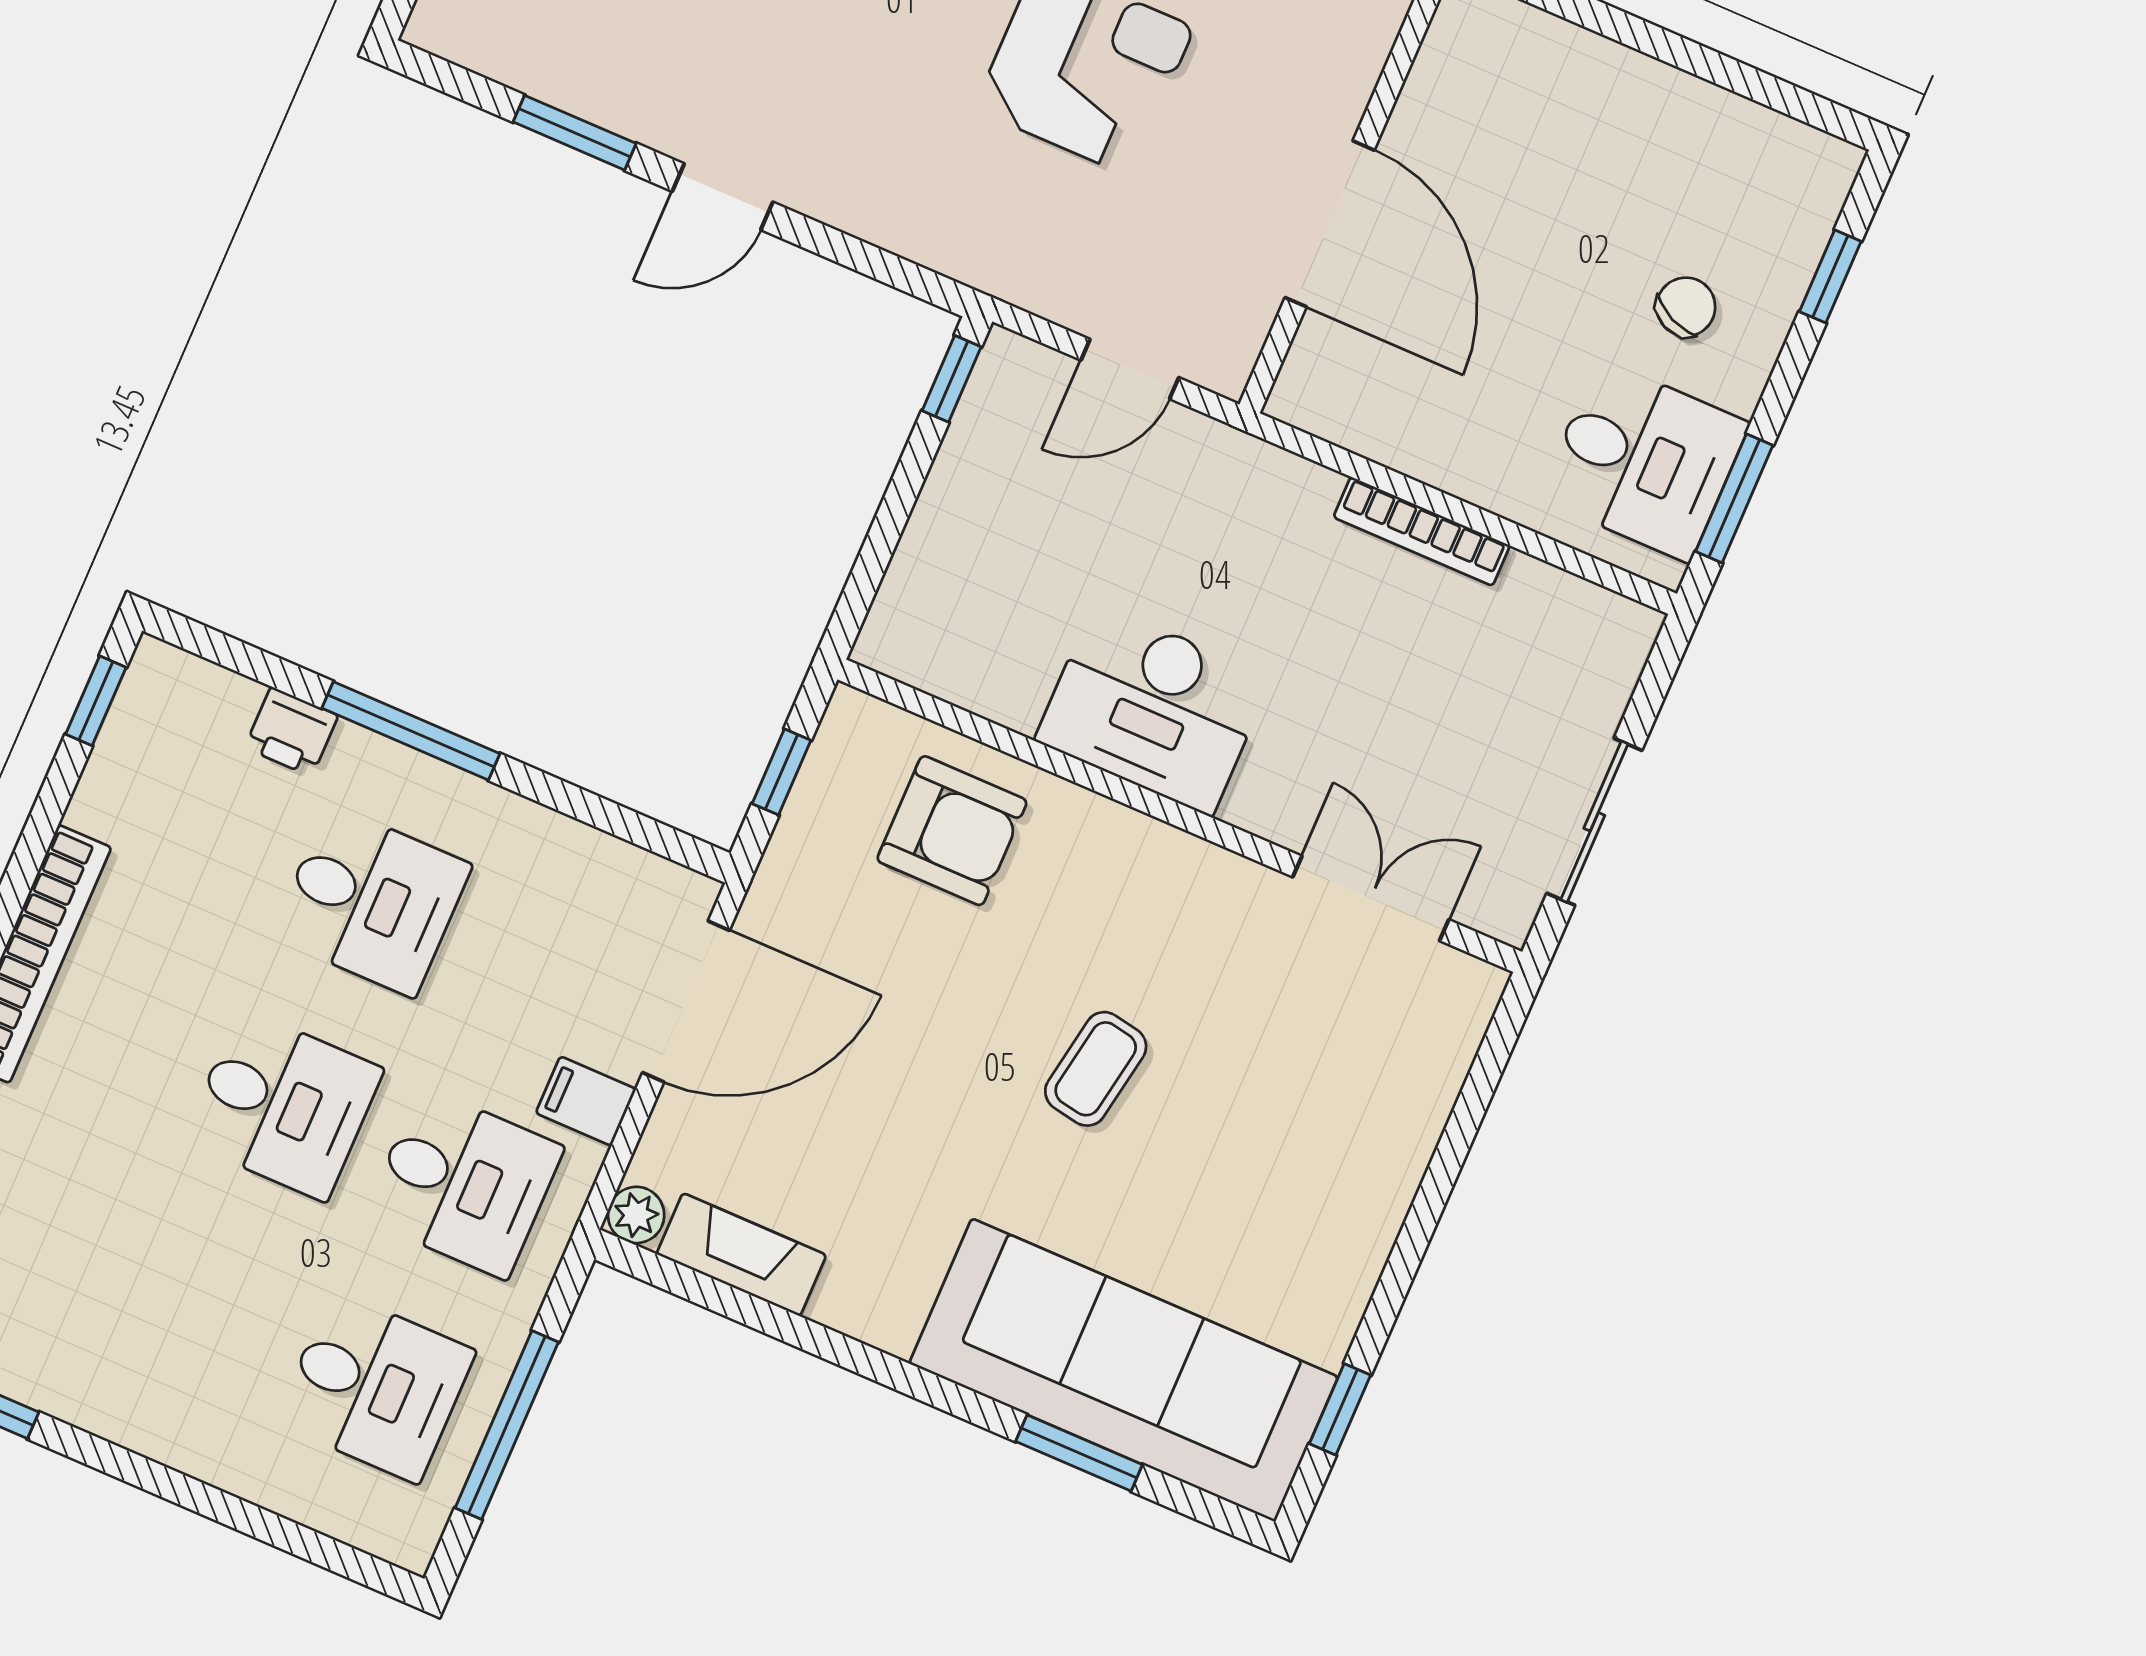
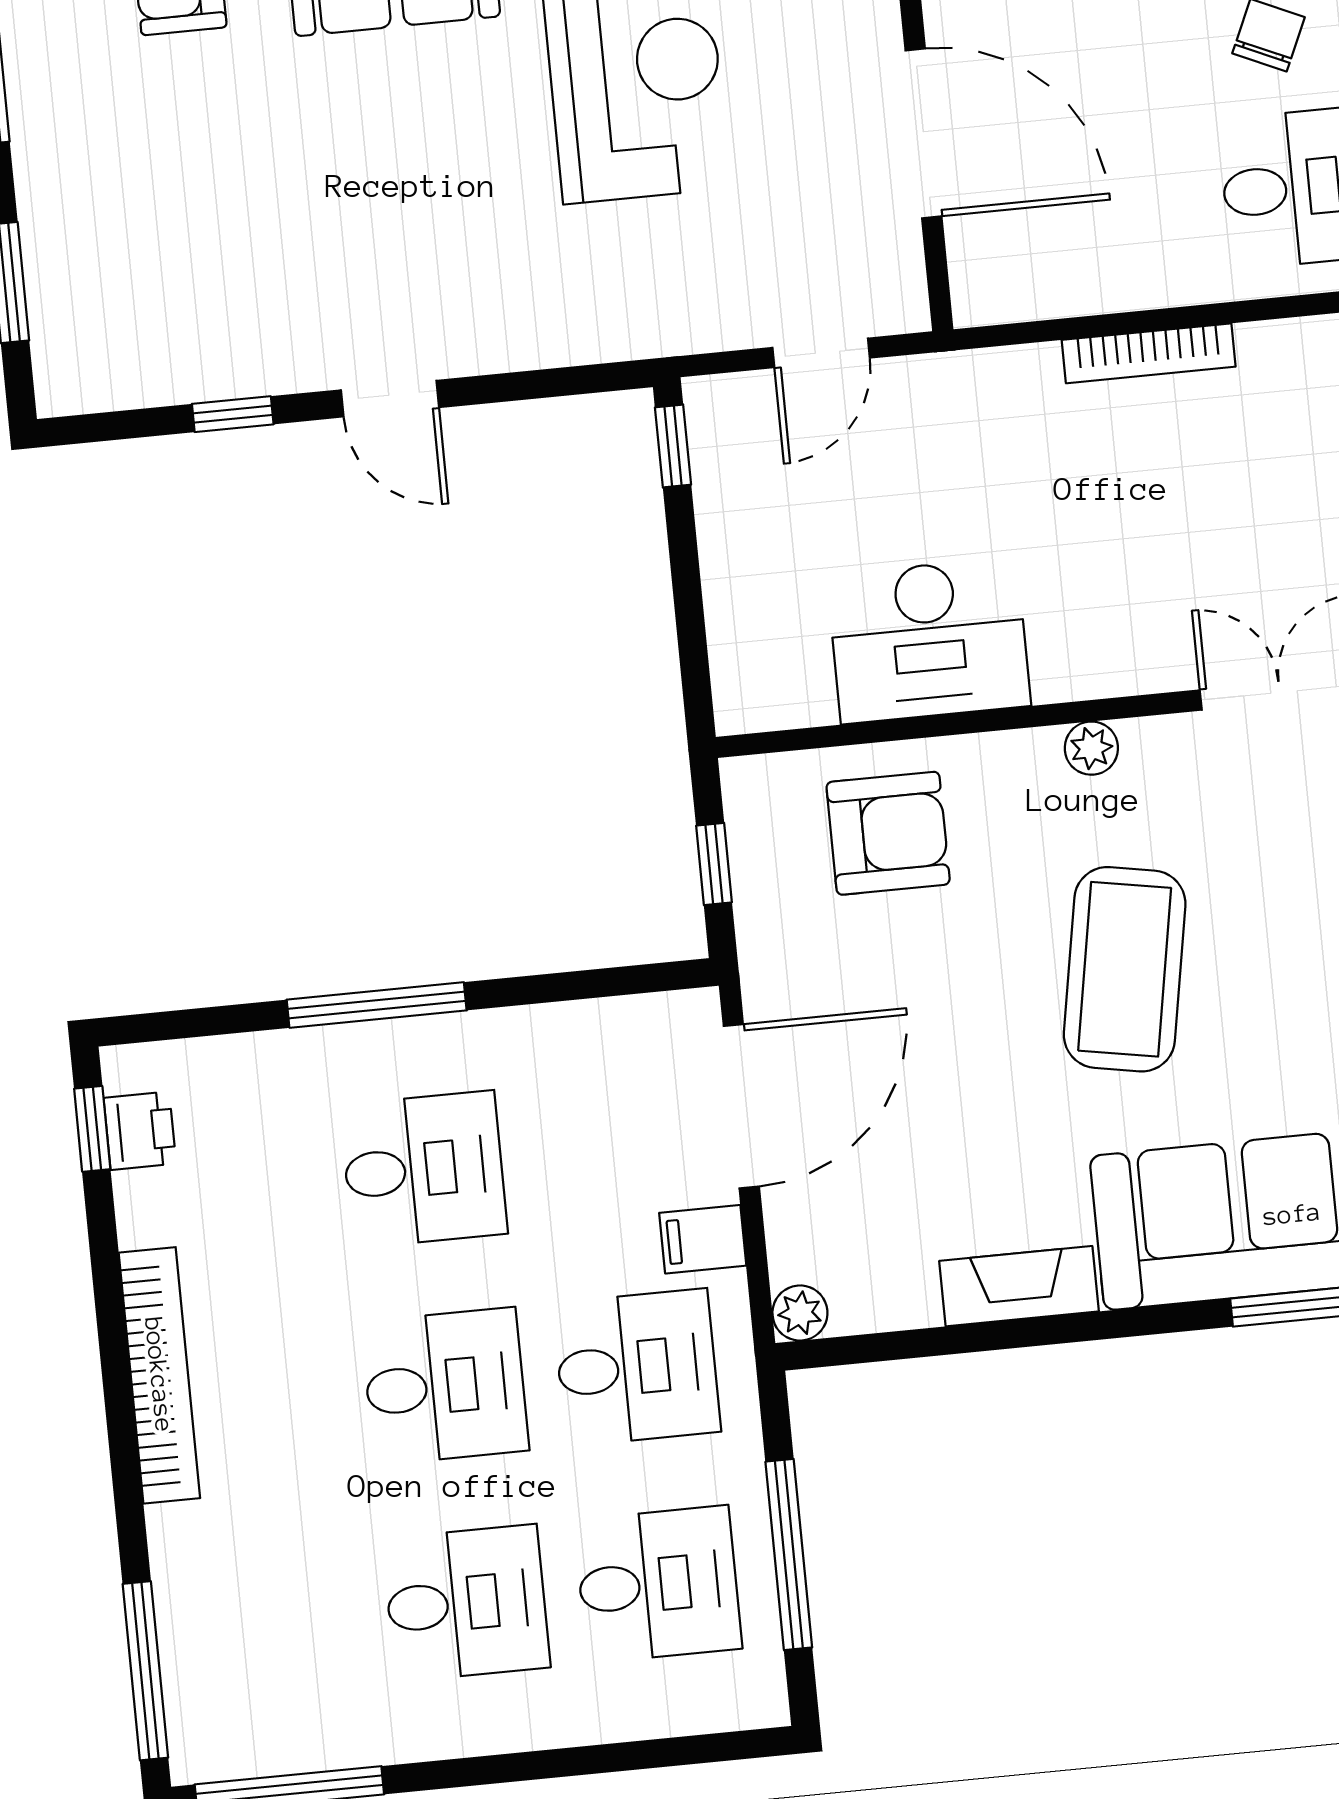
window: (575, 133) -> (233, 414), width x0.67
door: (723, 197) -> (390, 399), hinge flipped
desk: (1153, 709) -> (929, 640), moved
printer: (291, 732) -> (140, 1131), moved, turned -90
plant: (1175, 855) -> (1091, 748), added
coffee table: (1096, 1069) -> (1125, 969), width x1.86, depth x1.72
fireplace: (741, 1255) -> (1019, 1286), moved
desk: (195, 1309) -> (466, 1603), added

